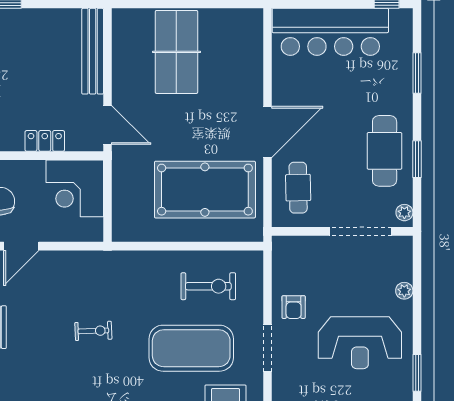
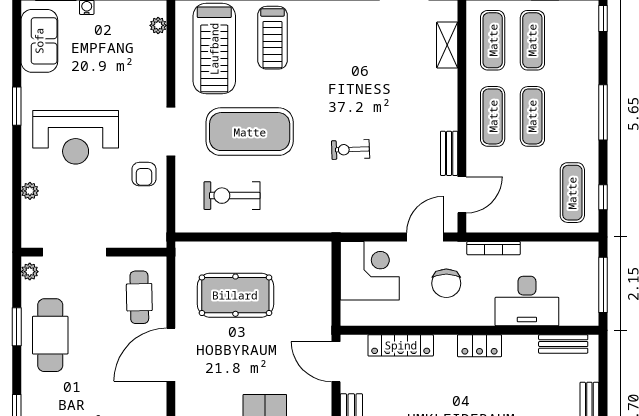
locker: (45, 141) -> (401, 345), width x1.53
corner desk: (75, 188) -> (370, 271), moved
pool table: (205, 190) -> (235, 295), width x0.73, depth x0.76
armchair: (294, 307) -> (144, 174), turned 180
reception desk: (360, 343) -> (76, 137), turned 180

